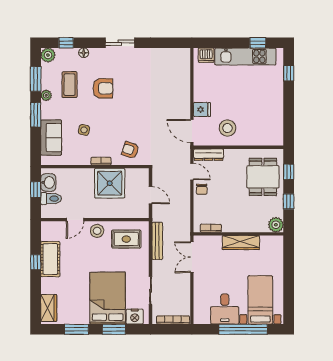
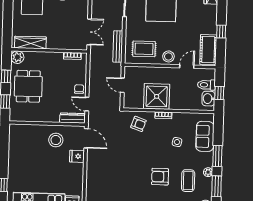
dining table: (263, 177) -> (28, 86), moved
wardrobe: (241, 243) -> (30, 42), moved
cot: (50, 259) -> (208, 50), moved

